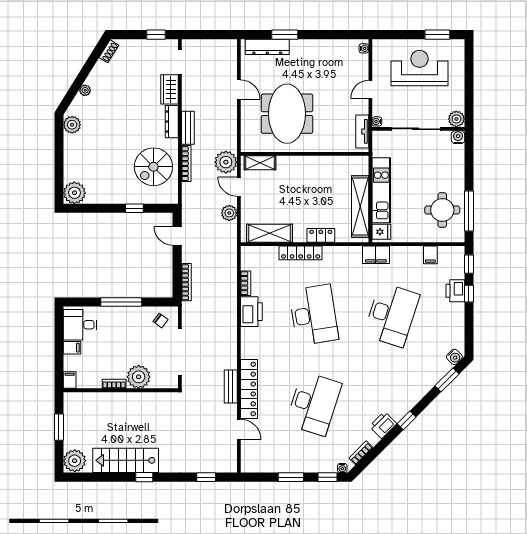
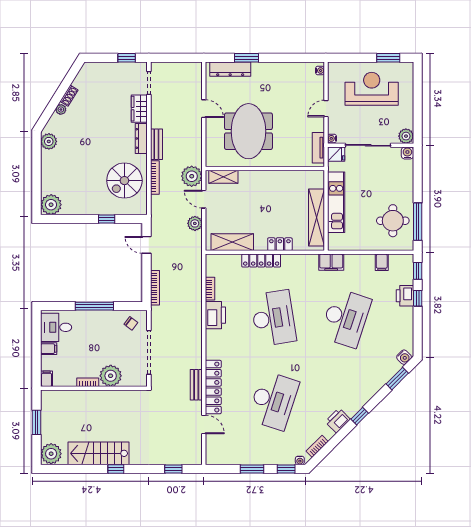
shoe rack: (109, 51) -> (69, 96), moved
fridge: (381, 232) -> (336, 154), moved

